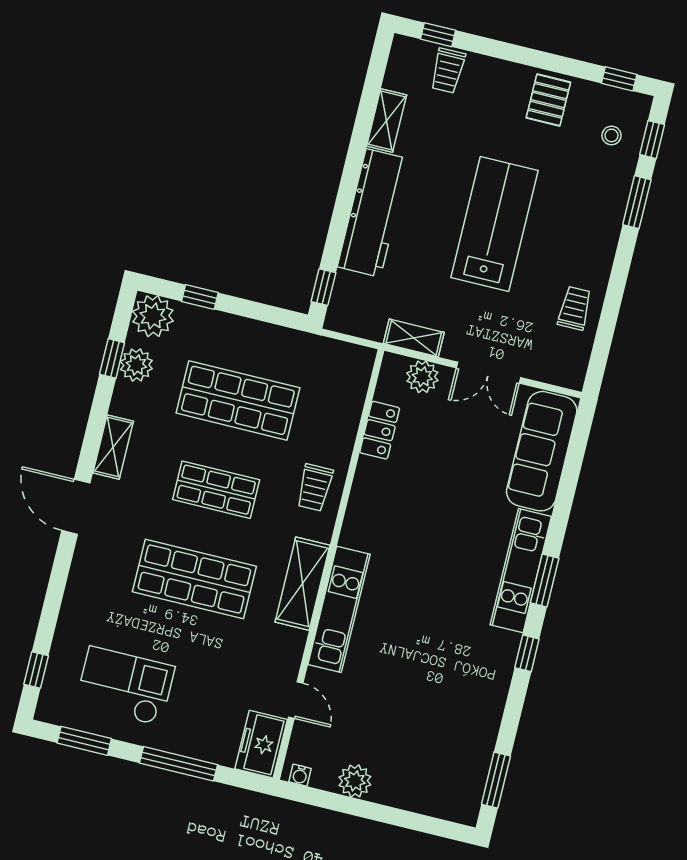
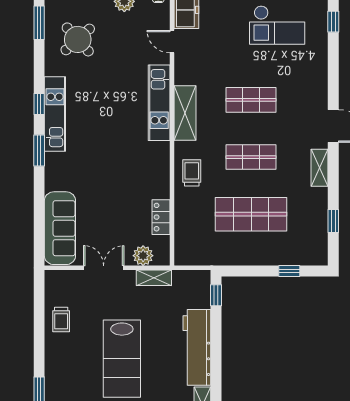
plant: (153, 316) -> (315, 253), removed
plant: (136, 365) -> (318, 221), removed
kitchen unit: (521, 571) -> (55, 114), moved
shop shelf: (194, 579) -> (251, 100), width x0.70, depth x0.74
round table: (442, 739) -> (78, 39), added

